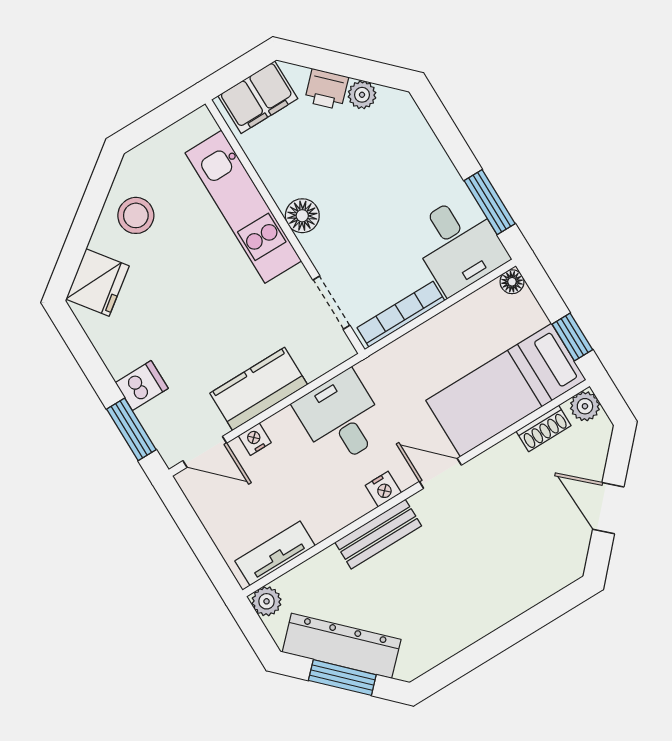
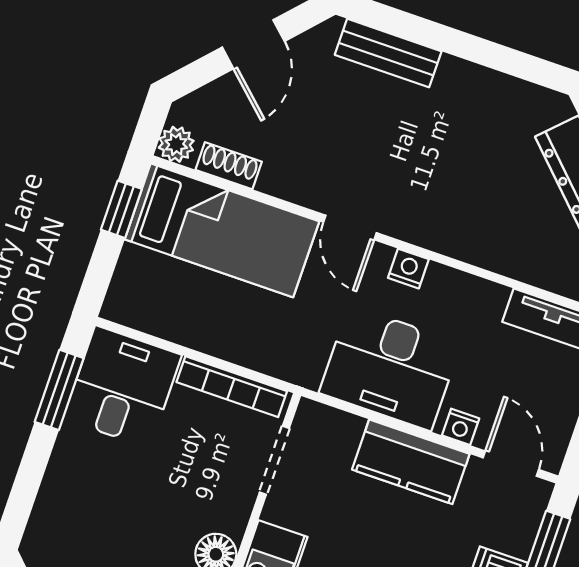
floor lamp: (512, 282) -> (116, 308), removed
desk: (341, 418) -> (390, 368), width x1.37
bench: (378, 534) -> (388, 53), moved

